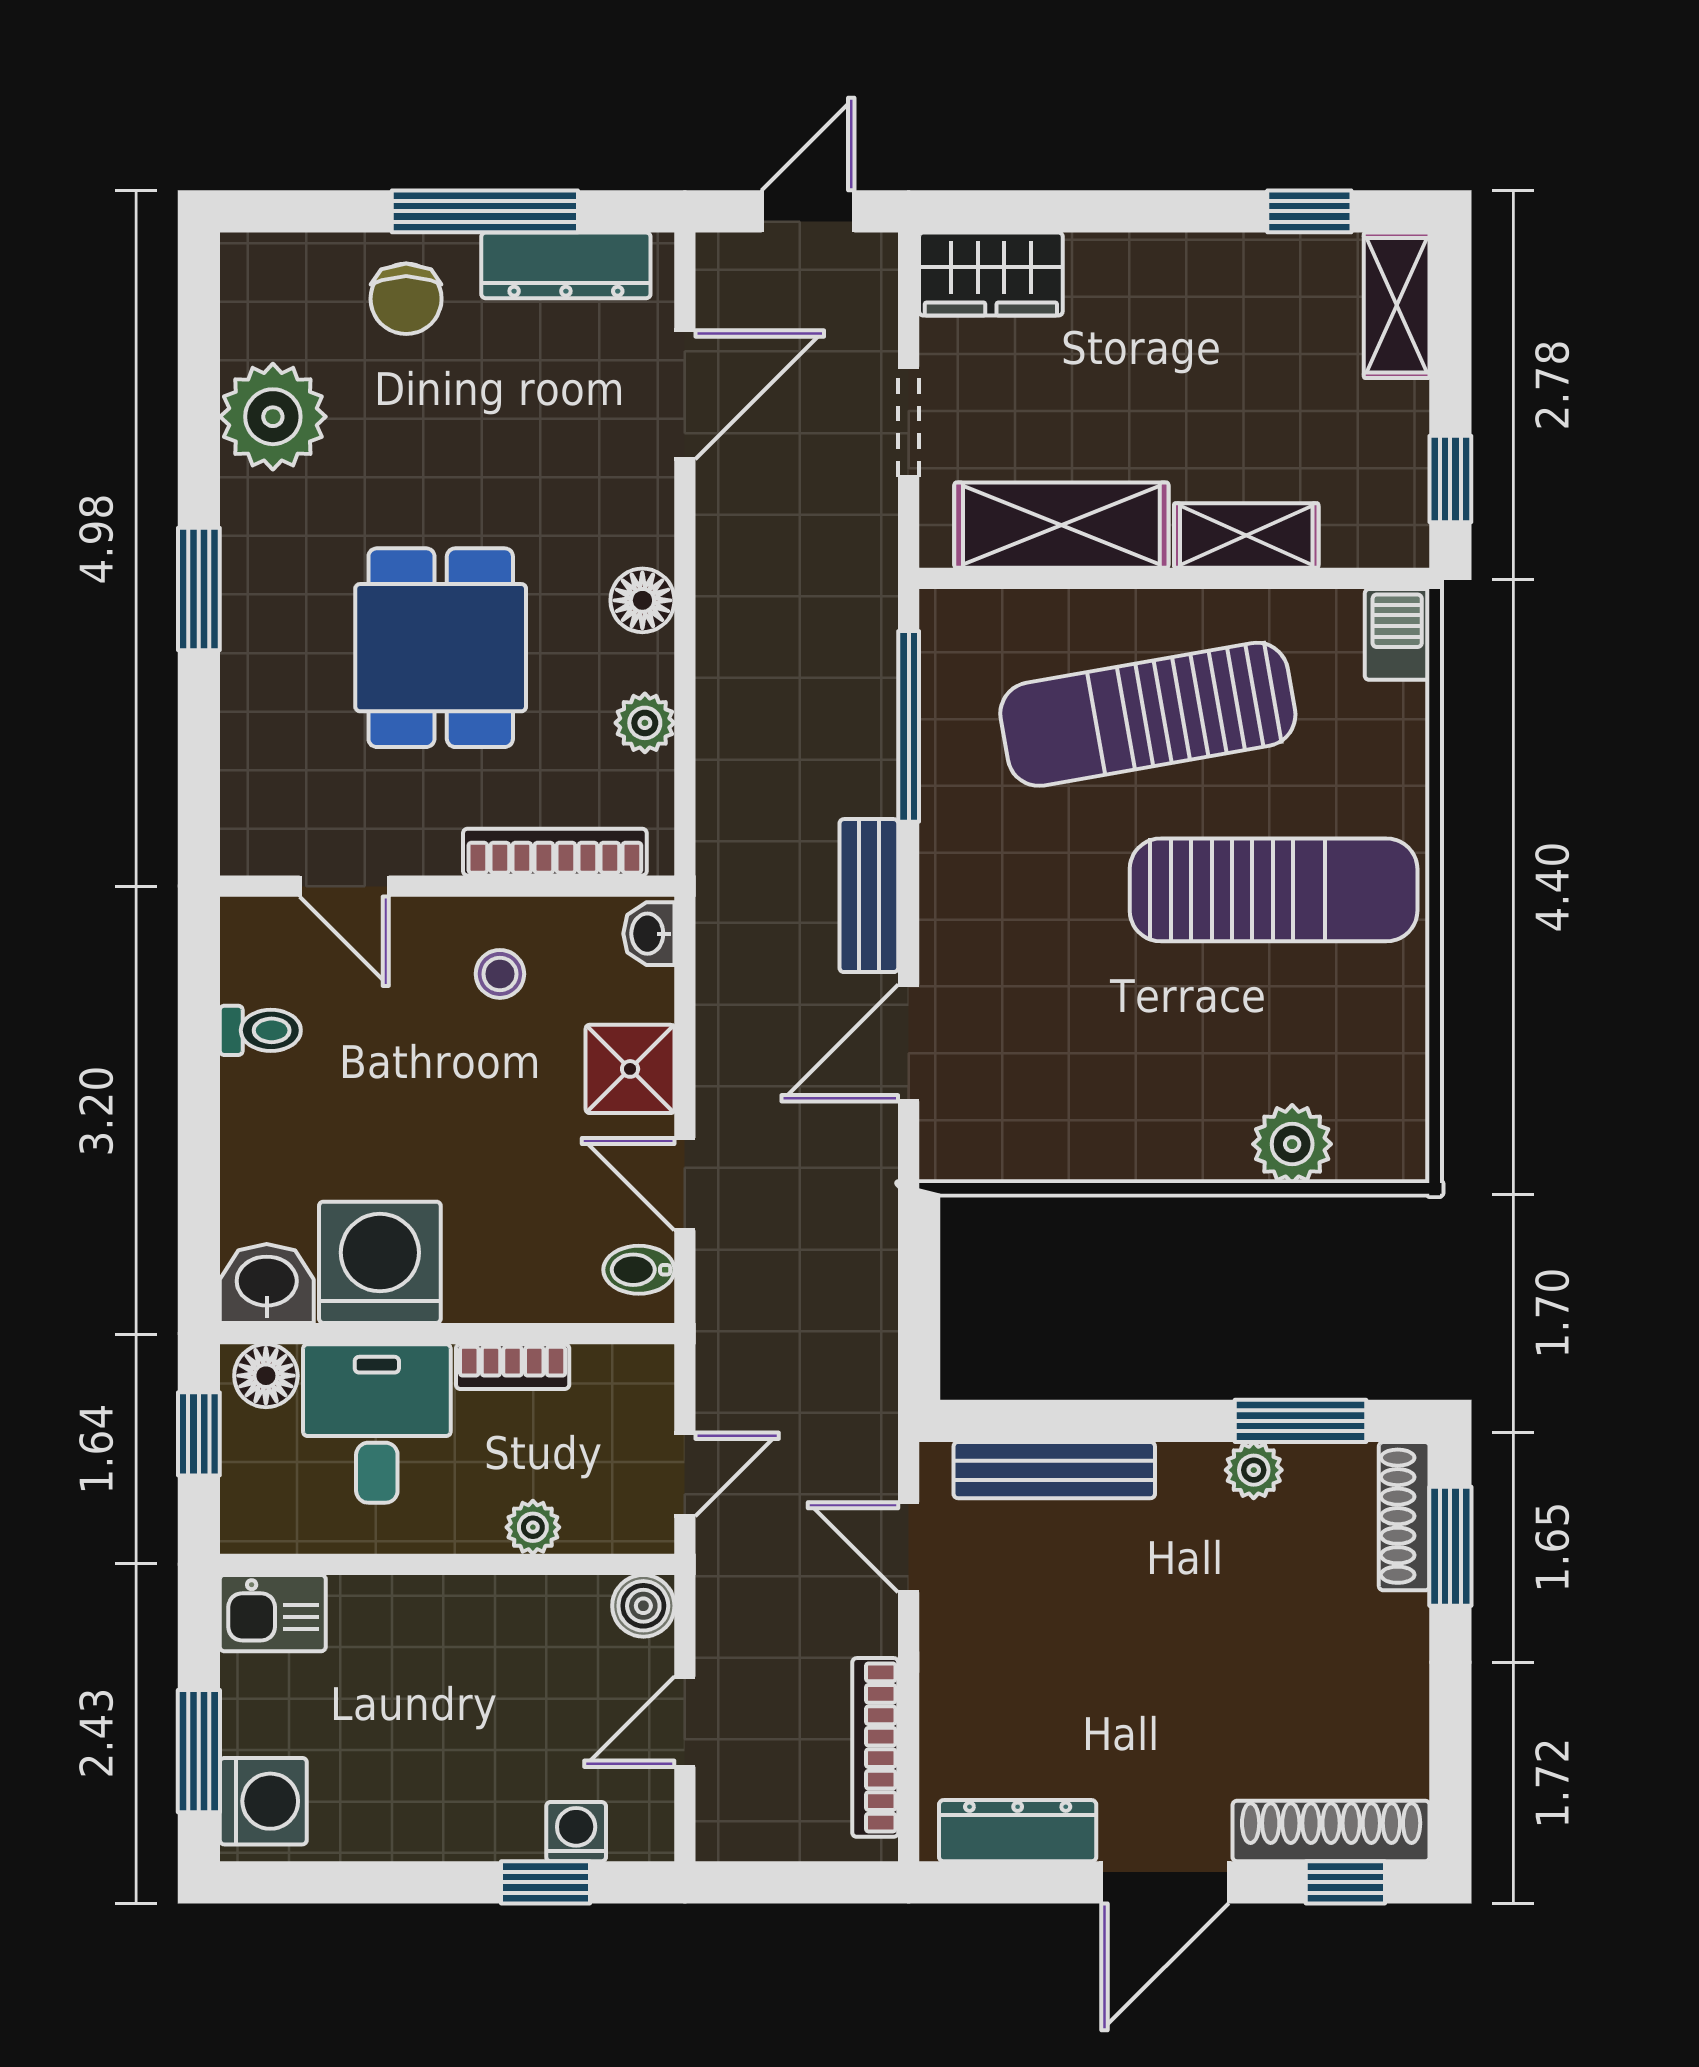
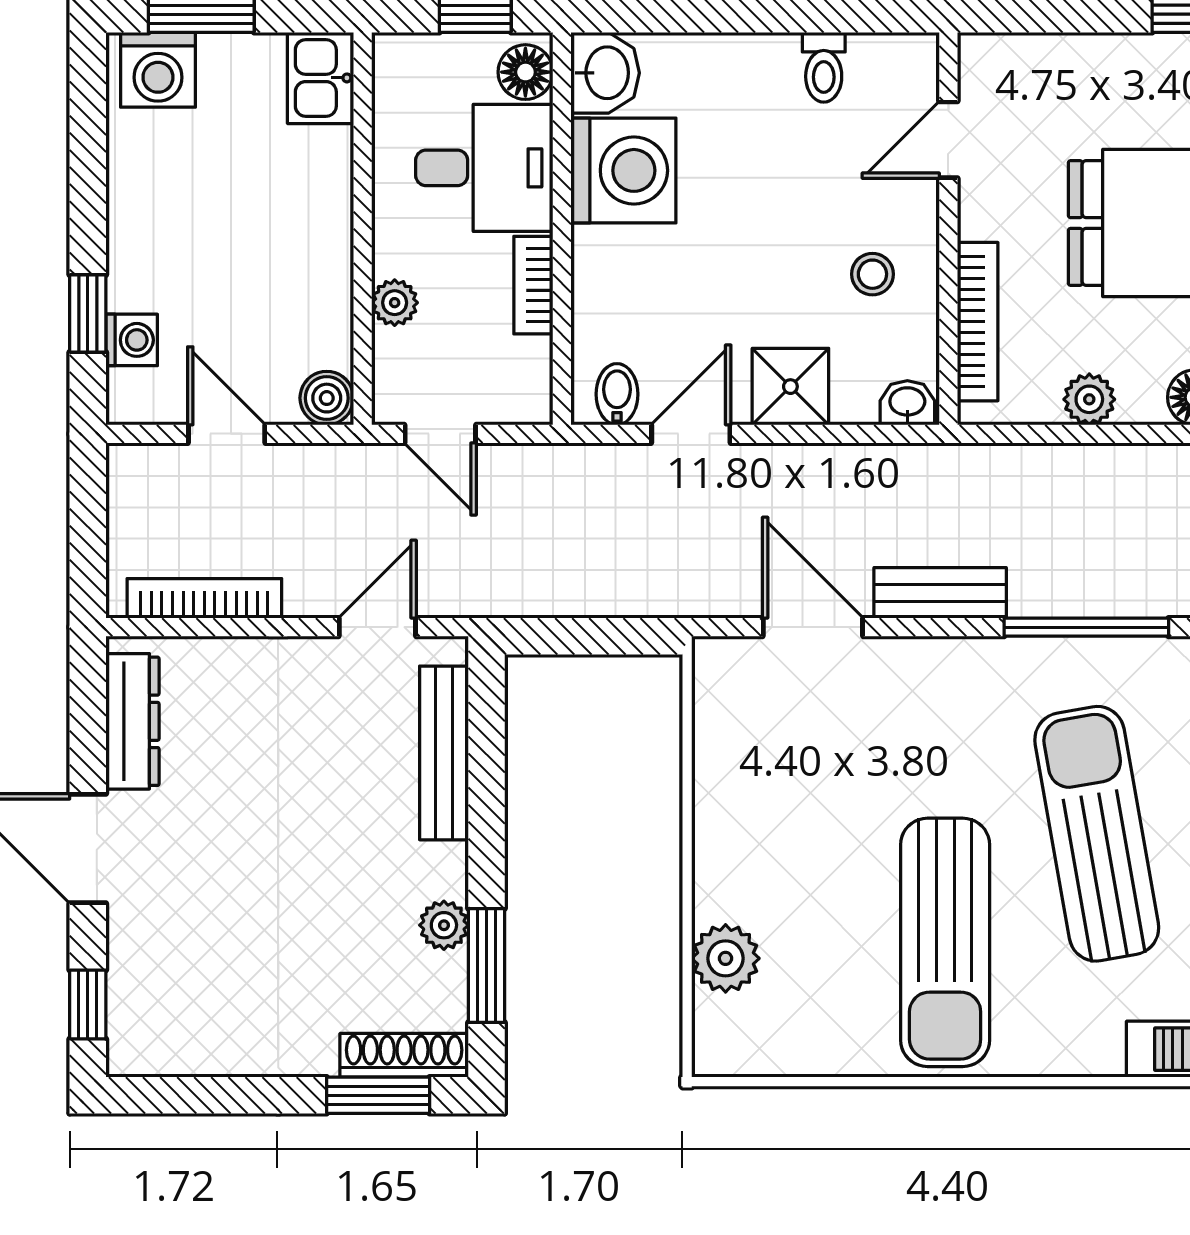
shoe rack: (1331, 1831) -> (132, 992), removed

